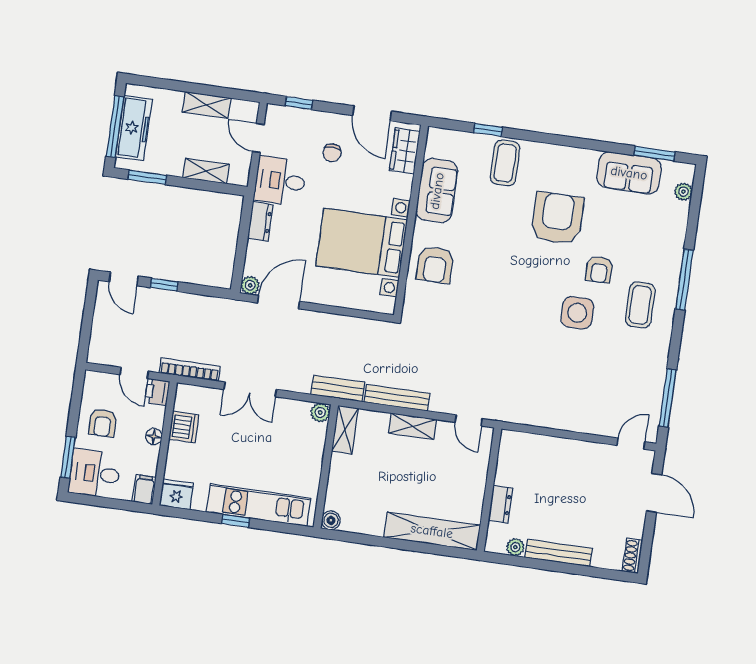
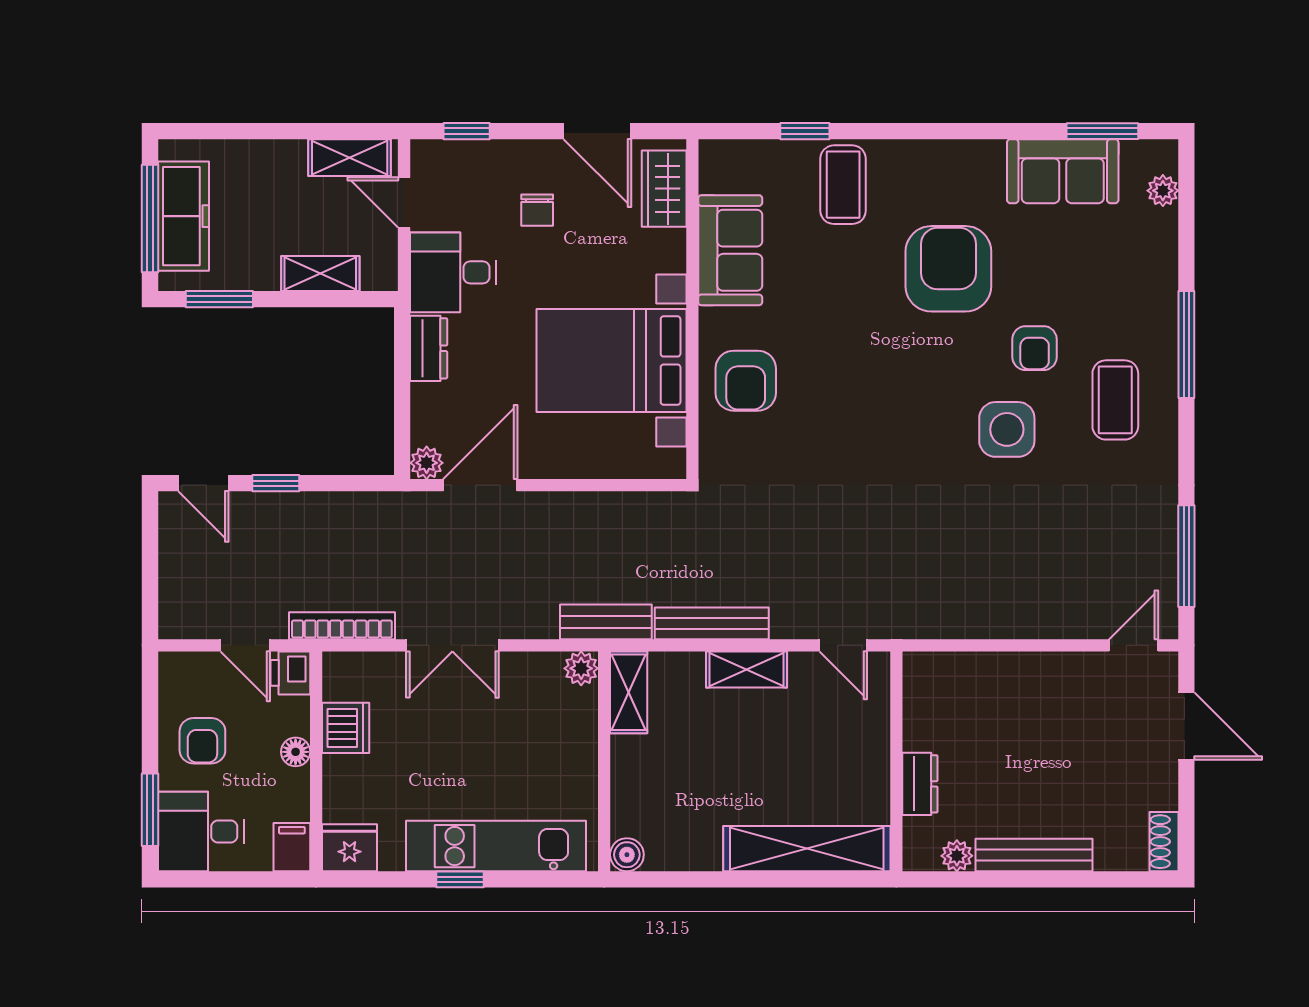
shelving: (207, 105) -> (350, 158), moved

